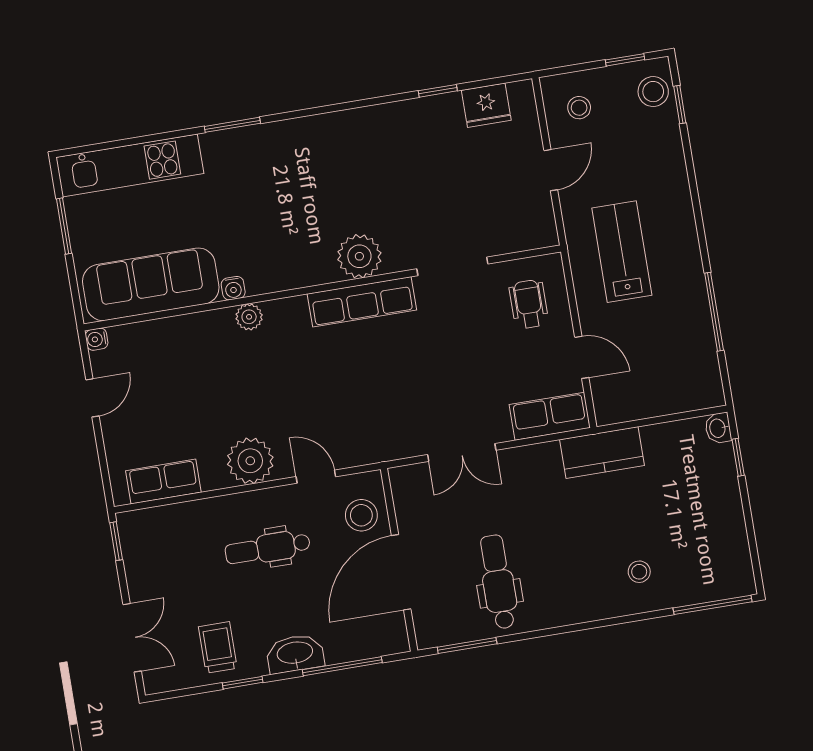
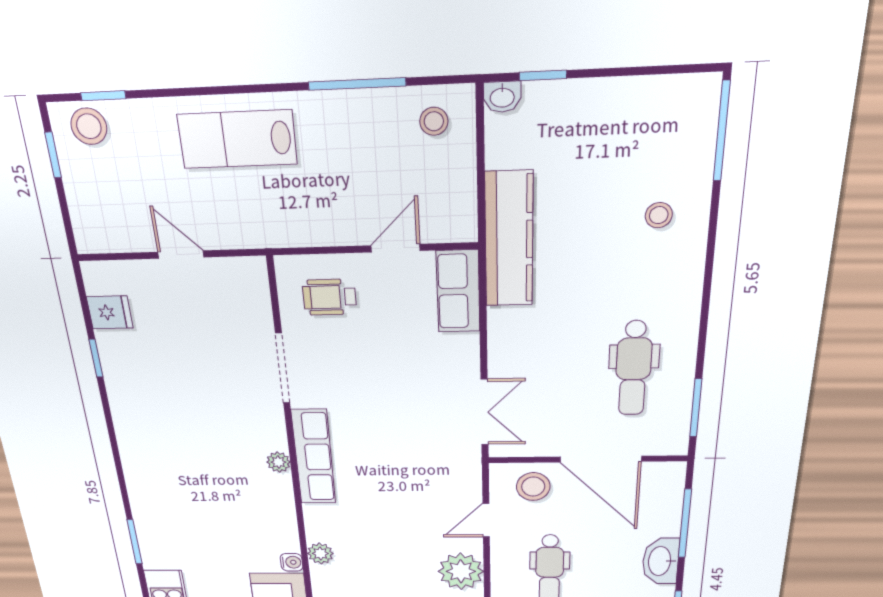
fridge: (486, 105) -> (110, 312), width x0.72
stool: (579, 108) -> (434, 121), moved
lab bench: (622, 252) -> (237, 139), moved
plant: (359, 256) -> (278, 462), width x0.53, depth x0.53
double door: (462, 452) -> (484, 412), moved
kitchen counter: (602, 453) -> (509, 240), width x1.50
dental chair: (498, 582) -> (633, 368), turned -90

